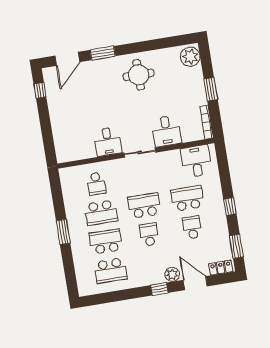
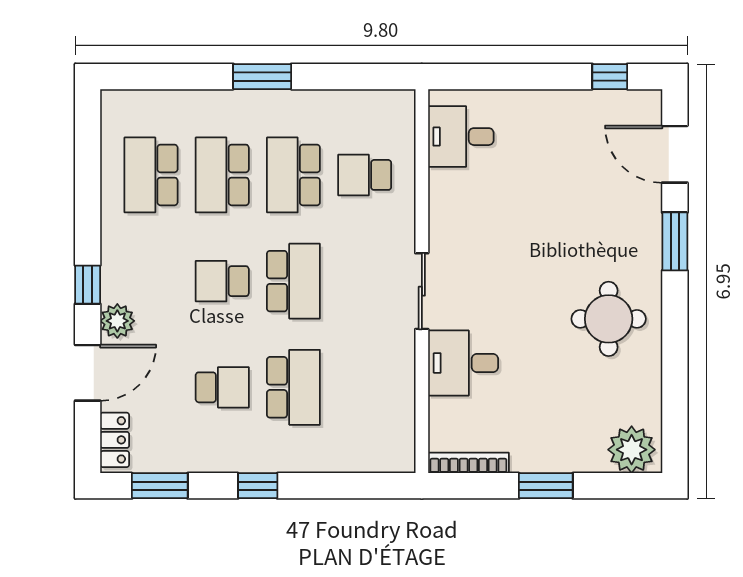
desk: (108, 142) -> (461, 137), moved
desk: (196, 161) -> (379, 423), removed
school desk: (149, 234) -> (222, 281), turned 180
school desk: (106, 242) -> (222, 175), turned 180

